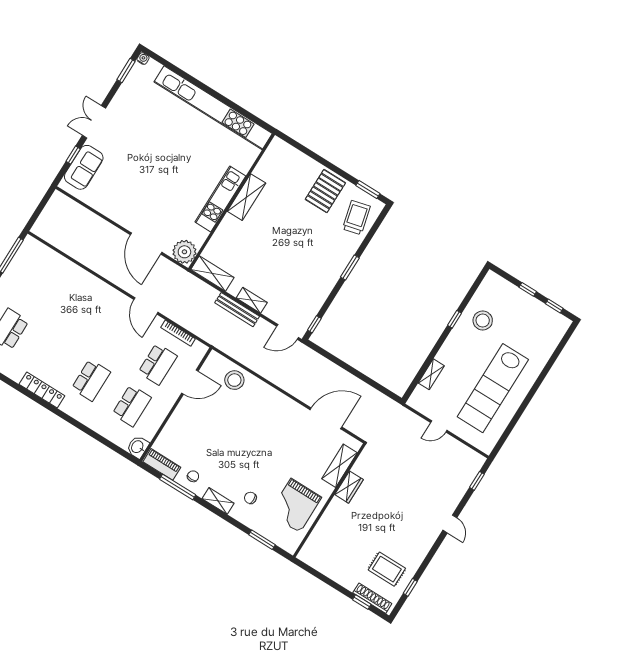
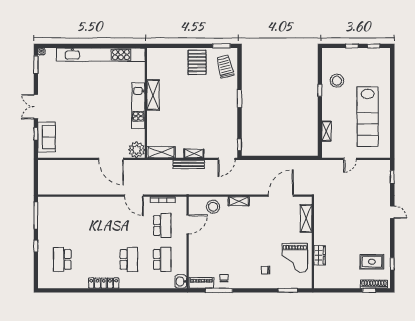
wardrobe: (349, 487) -> (319, 255), moved
shelving: (218, 501) -> (239, 201), moved

